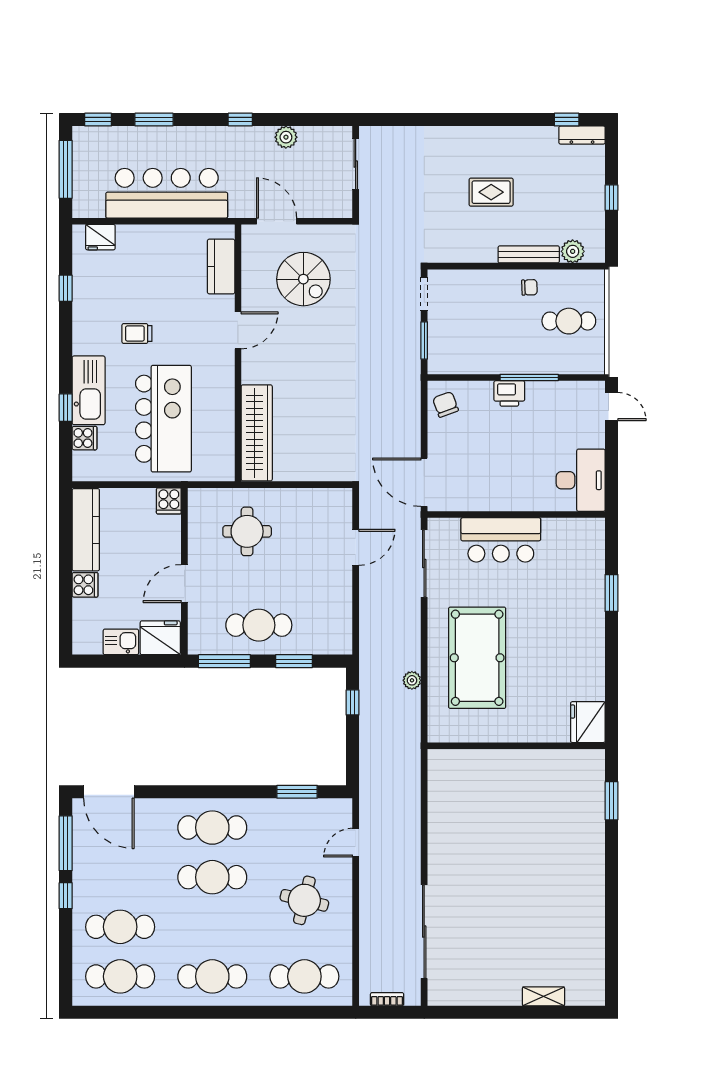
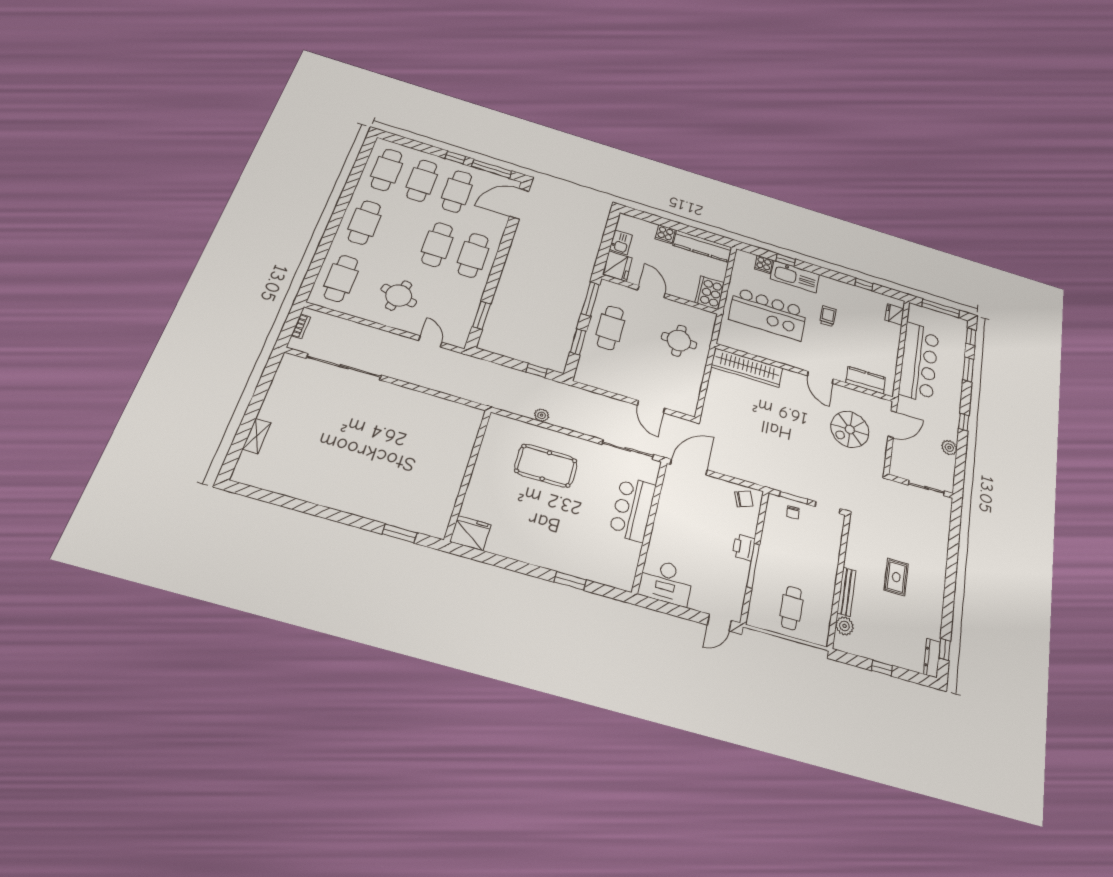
chair: (529, 287) -> (793, 512), moved
cooker: (169, 501) -> (710, 293), width x1.87, depth x1.31
pool table: (477, 658) -> (546, 466), width x0.73, depth x0.76
cafe table: (120, 877) -> (457, 191), added

